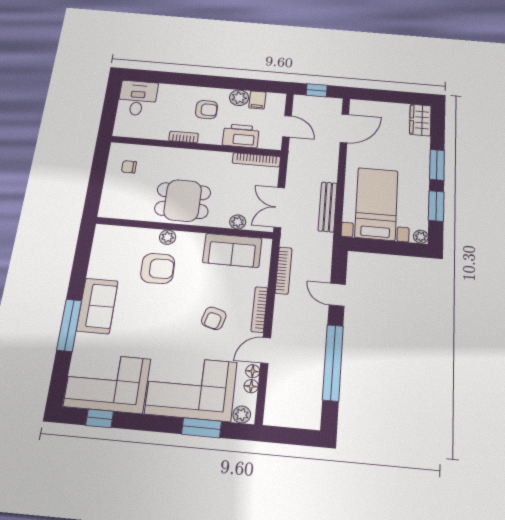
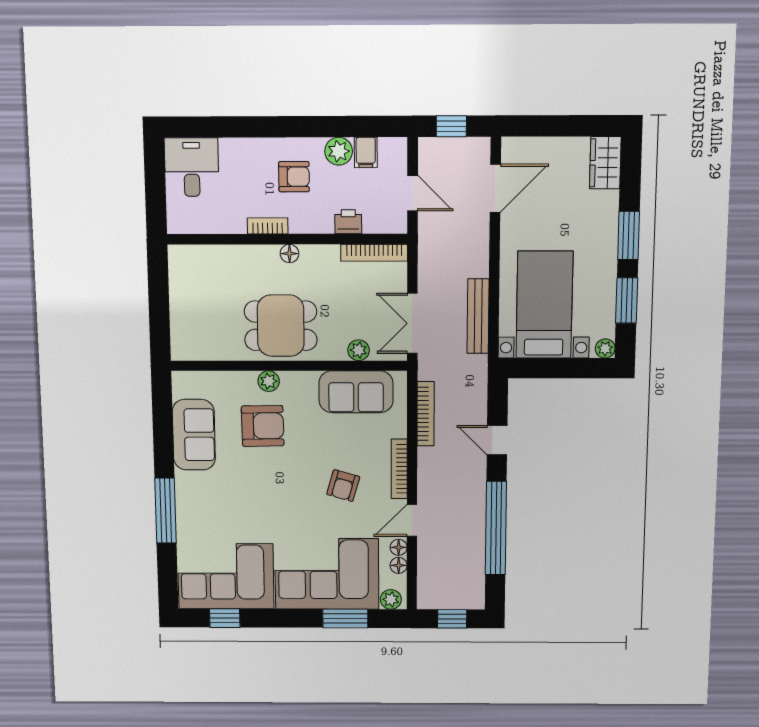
printer: (241, 136) -> (348, 222), width x0.53, depth x0.68
floor lamp: (196, 155) -> (289, 254), added
chair: (129, 167) -> (199, 281), removed
sofa: (97, 306) -> (194, 435), moved
window: (292, 436) -> (452, 619), added

